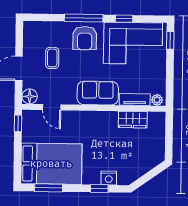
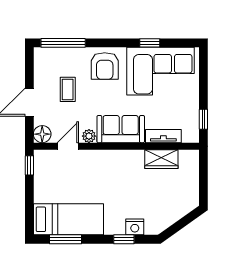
window: (84, 18) -> (63, 43), moved
window: (170, 40) -> (203, 119), moved
plant: (157, 100) -> (89, 136), moved
door: (52, 107) -> (68, 146), swing flipped
bed: (51, 164) -> (68, 219), width x0.67

